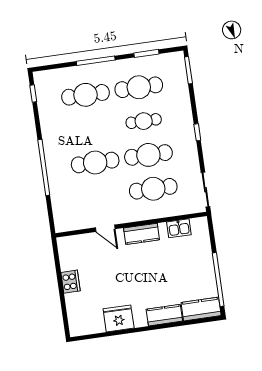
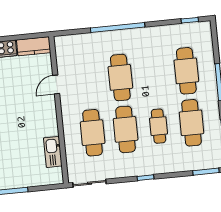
kitchen sink: (179, 228) -> (53, 152), width x1.38
kitchen counter: (142, 234) -> (34, 46), moved, turned -90

